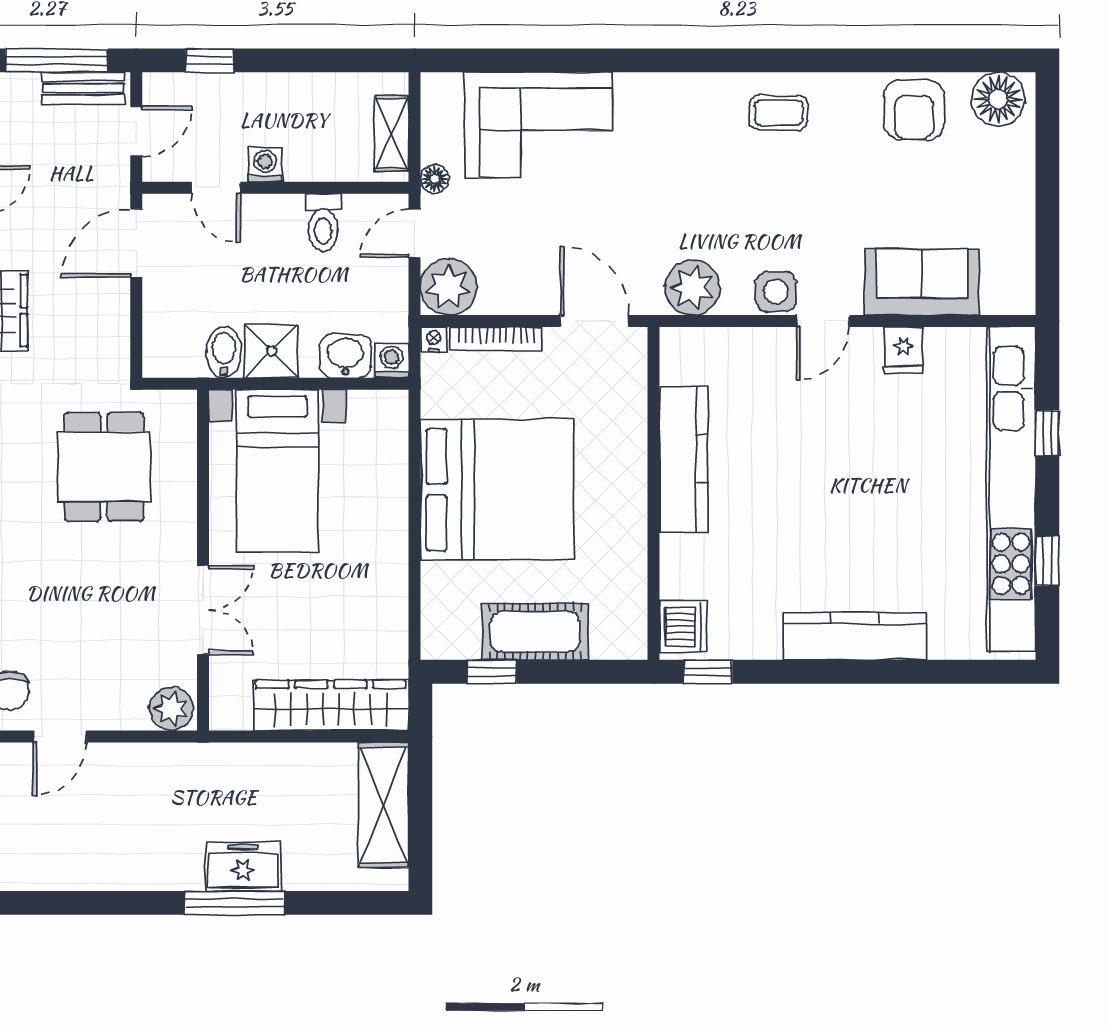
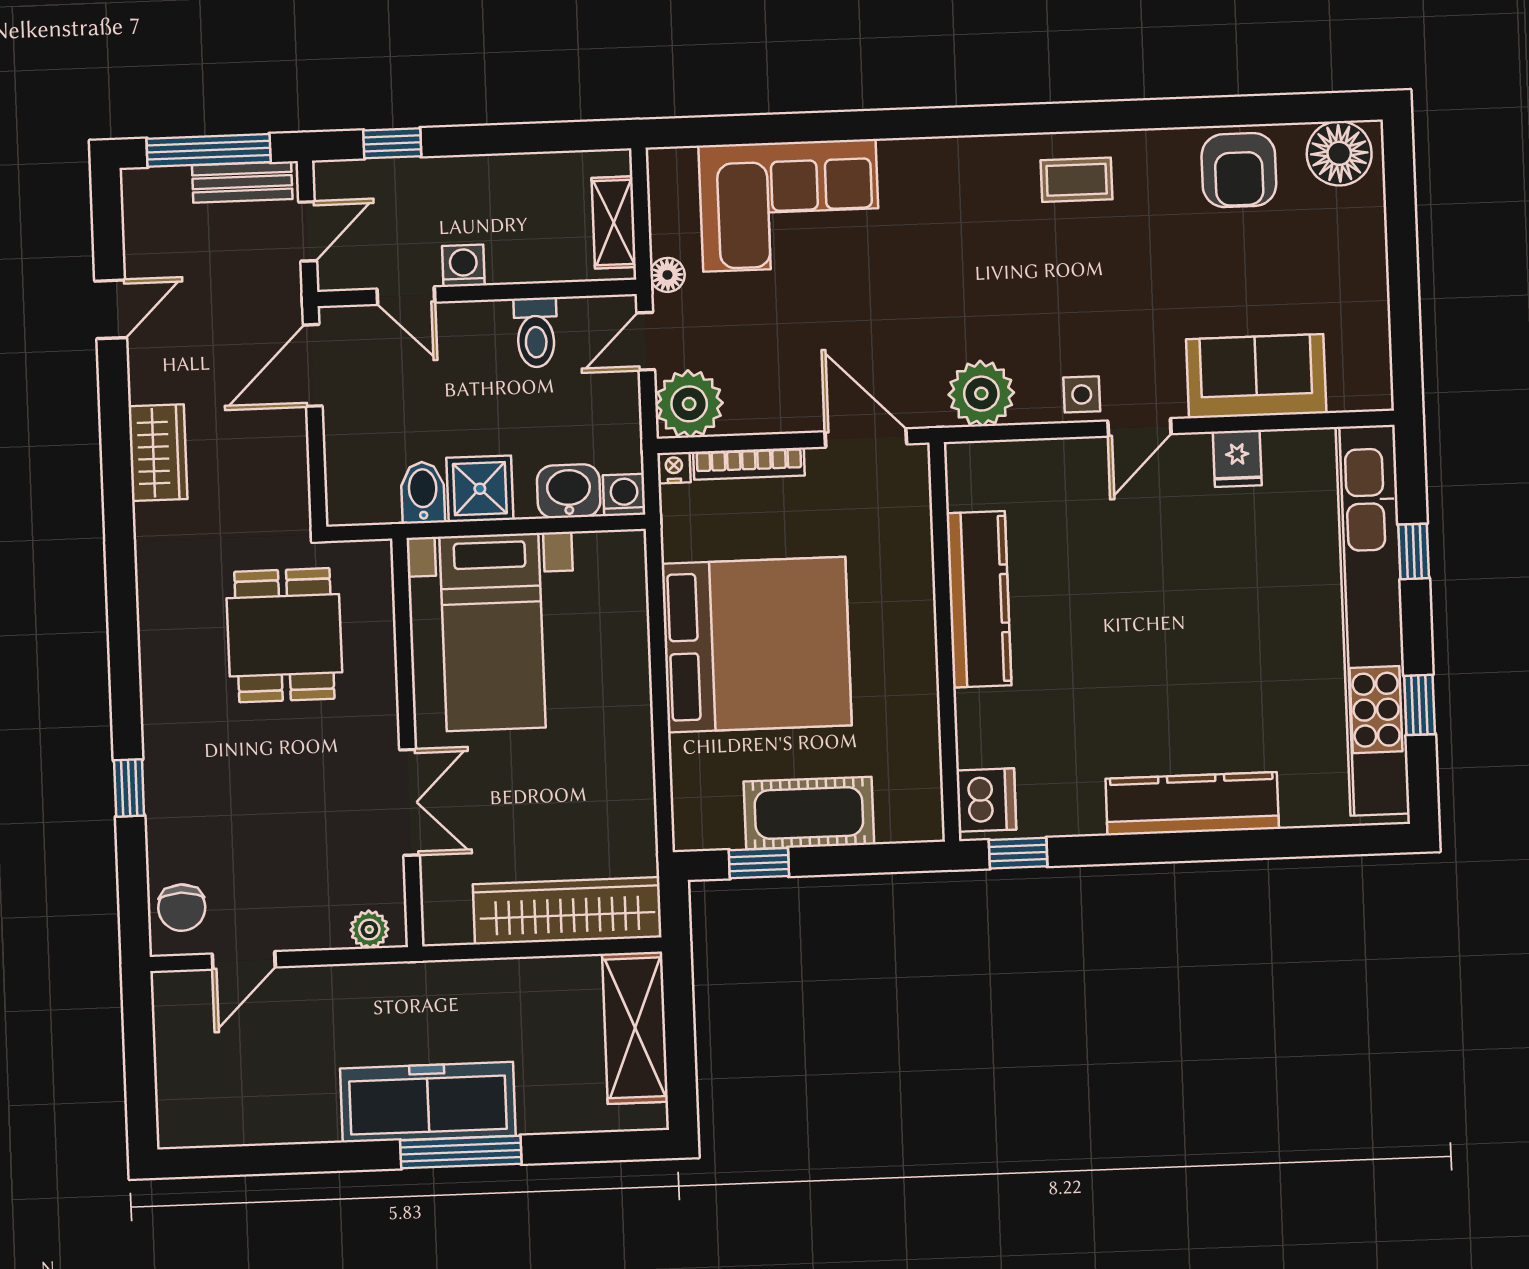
side table: (776, 292) -> (1082, 394), width x0.73, depth x0.73
plant: (171, 709) -> (369, 930), width x0.73, depth x0.73
freezer: (243, 867) -> (428, 1102), width x1.91, depth x1.26

